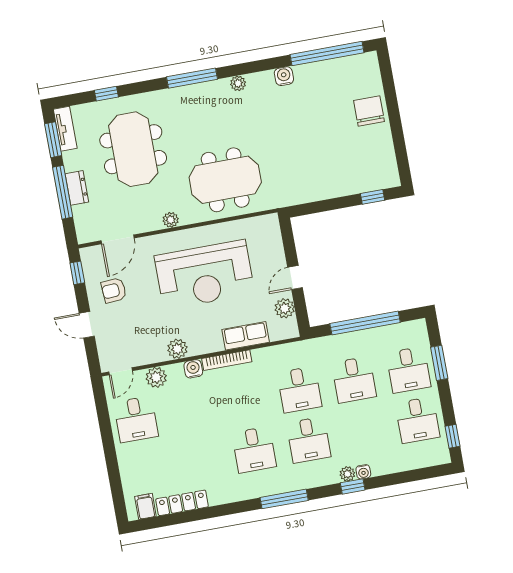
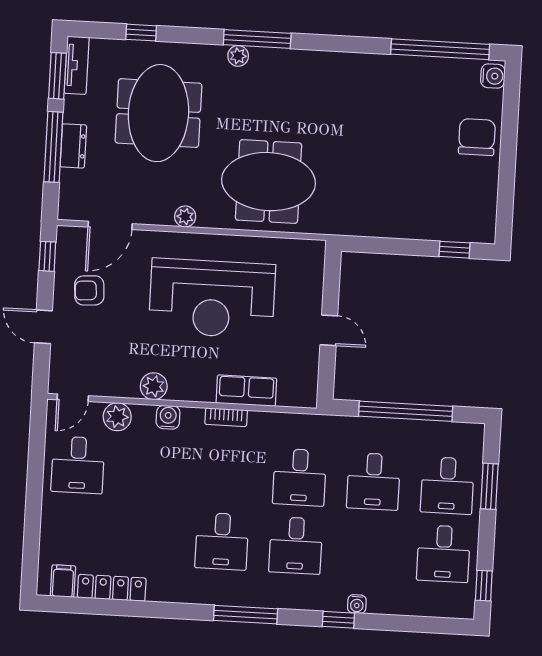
water cooler: (284, 76) -> (493, 76), moved, turned 90
plant: (238, 83) -> (238, 56), moved
door: (295, 278) -> (329, 330), swing flipped
plant: (285, 308) -> (306, 367), removed
bookcase: (227, 360) -> (226, 417), width x0.64
plant: (347, 474) -> (336, 602), removed

